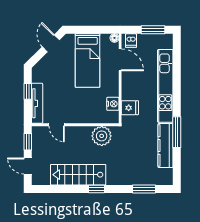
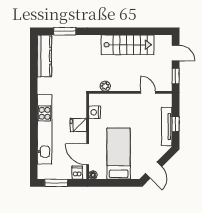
tv unit: (37, 103) -> (167, 127), moved
fridge: (130, 108) -> (78, 125), moved
window: (177, 132) -> (34, 85), removed
plant: (102, 136) -> (105, 86), width x0.53, depth x0.53
kitchen counter: (165, 145) -> (44, 56), moved
window: (96, 189) -> (110, 31), removed

